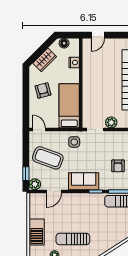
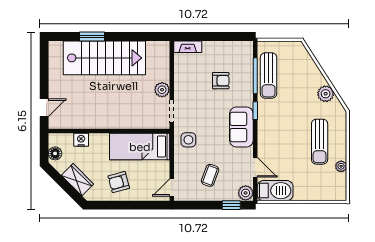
door: (98, 35) -> (44, 108), hinge flipped
coffee table: (48, 158) -> (210, 175), width x0.54, depth x0.58
barbecue: (37, 232) -> (275, 191), moved
plant: (108, 243) -> (326, 94), added

